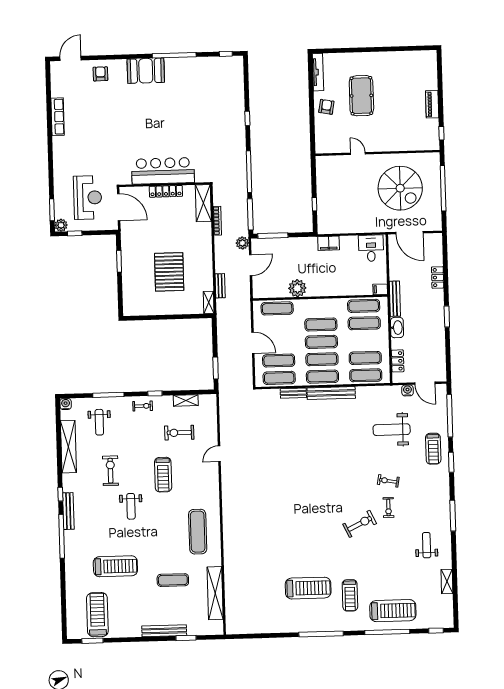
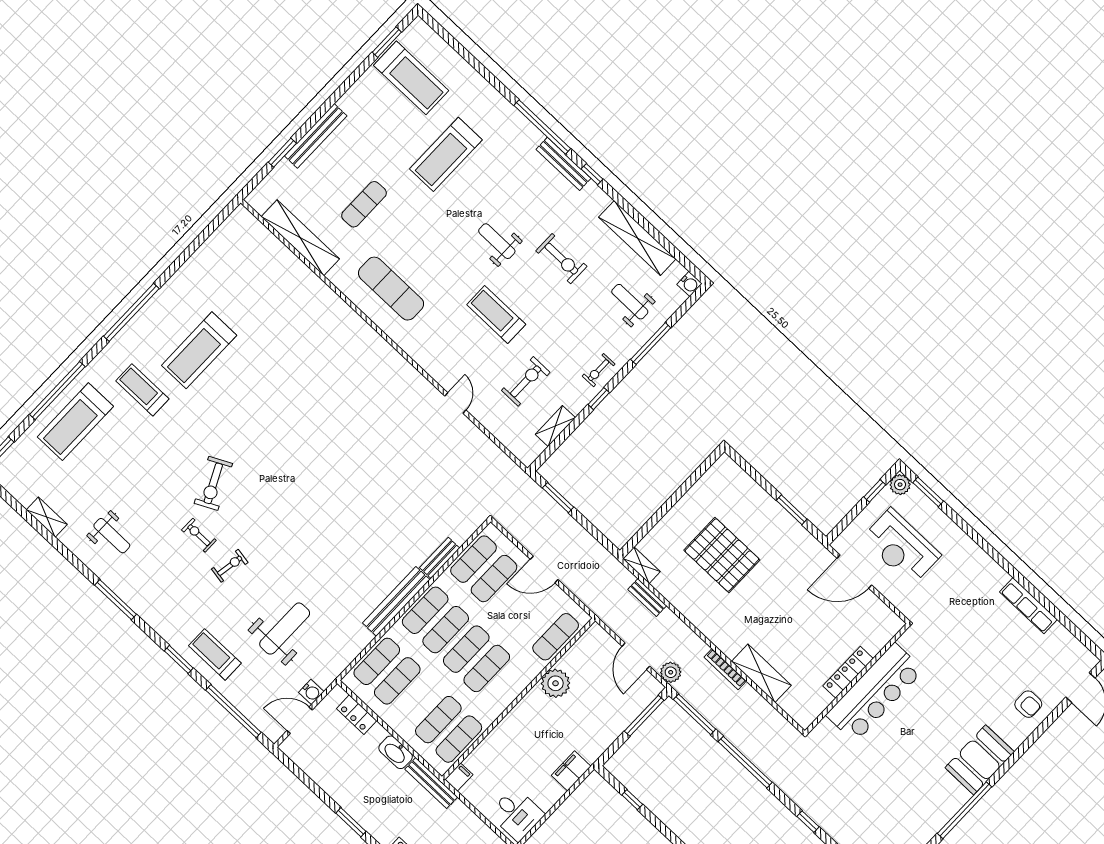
bar counter: (163, 171) -> (875, 693), moved
wall: (165, 185) -> (857, 679), moved
locker: (166, 191) -> (848, 672), moved

